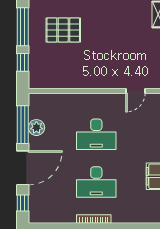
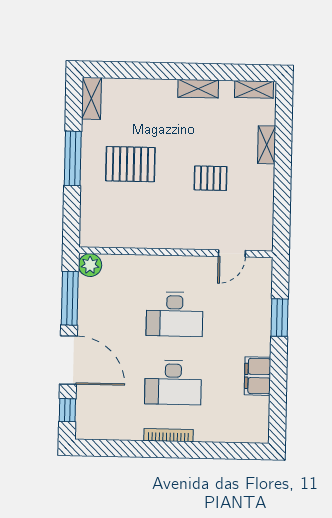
pallet: (119, 39) -> (211, 178), added
window: (23, 62) -> (72, 209), removed
plant: (36, 128) -> (90, 265), moved
door: (23, 168) -> (68, 360), hinge flipped

